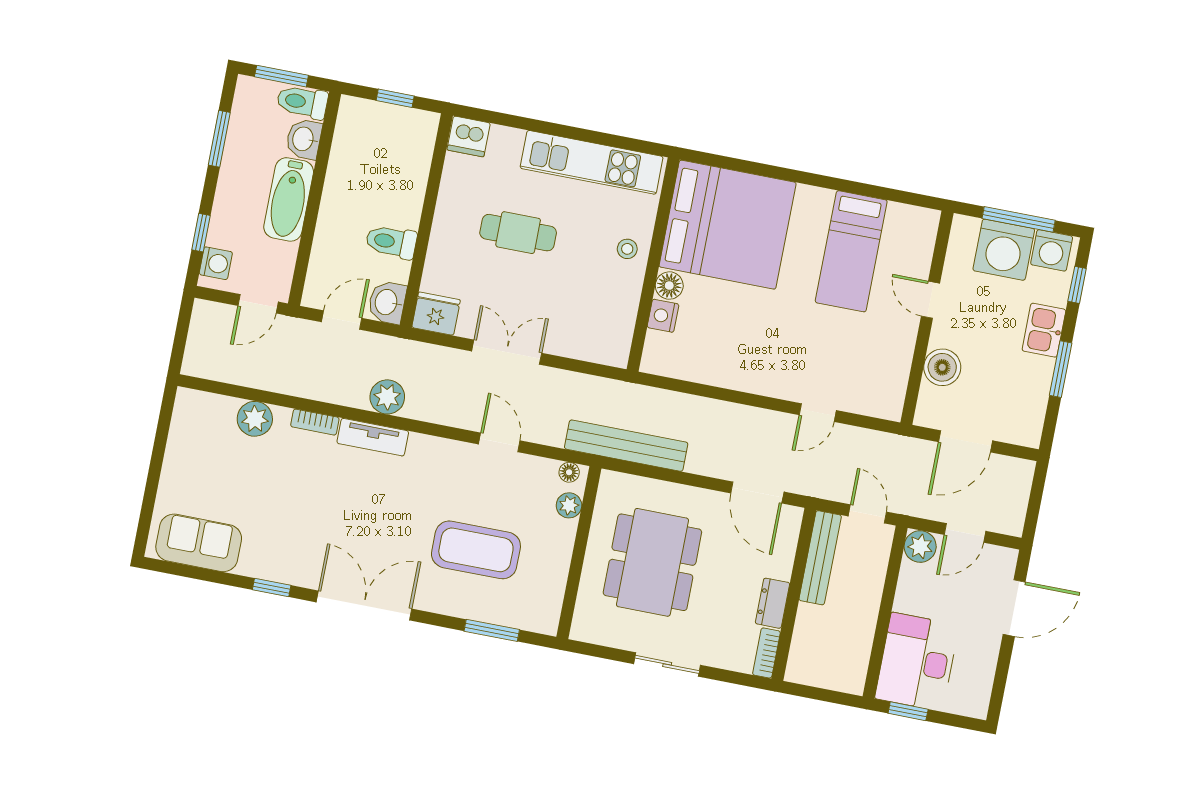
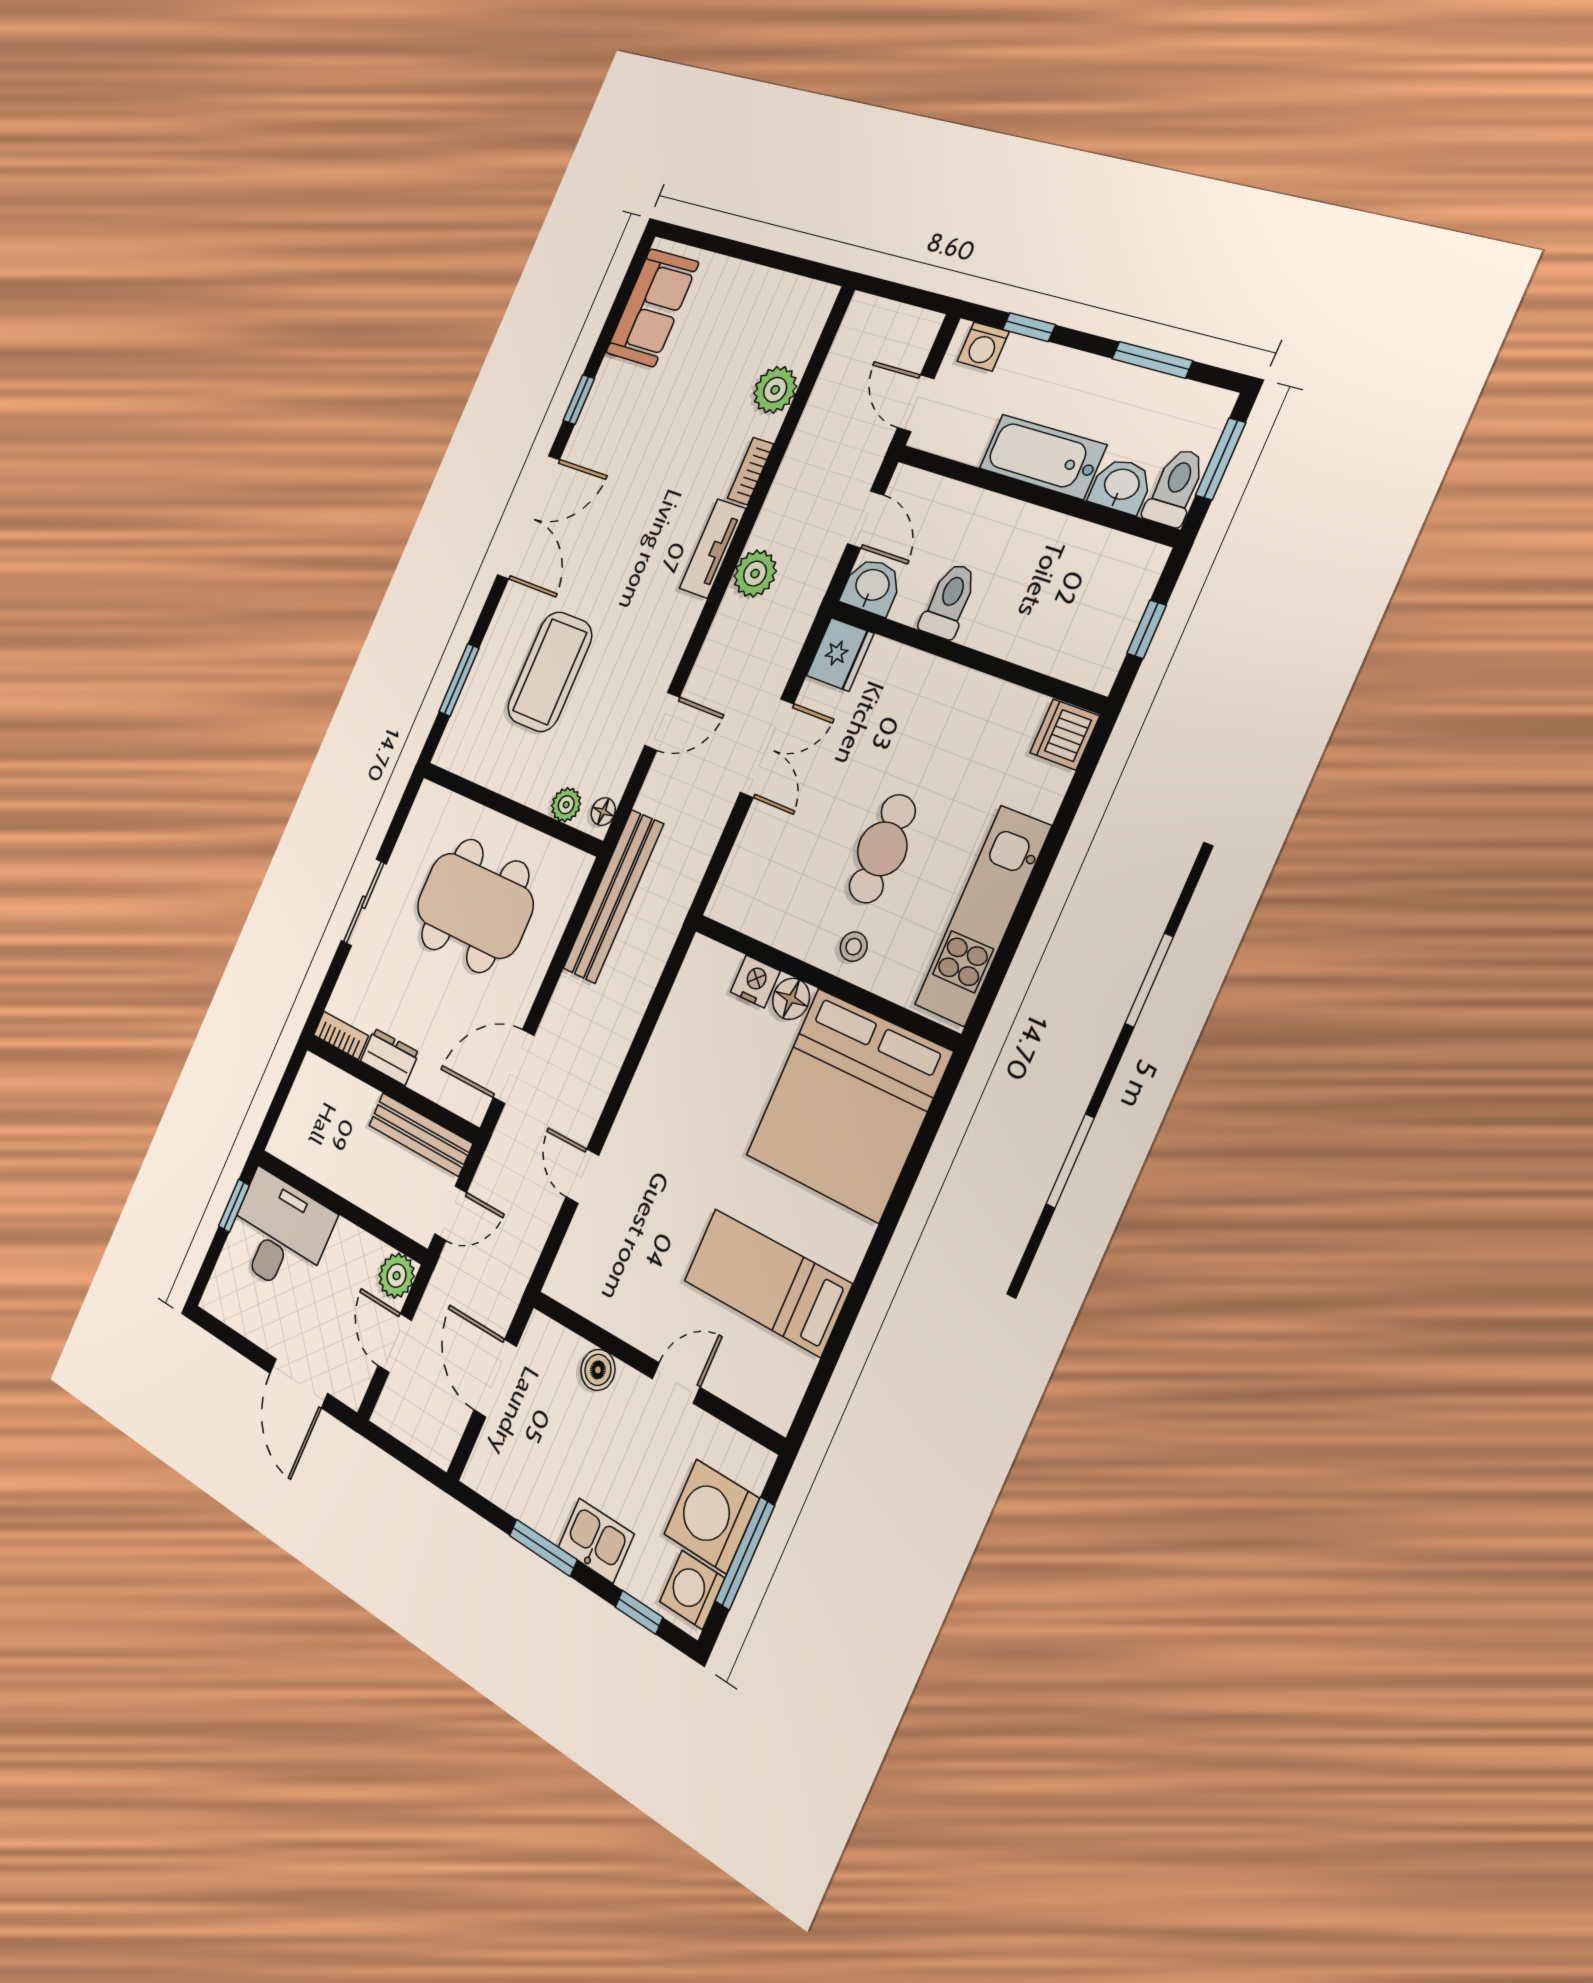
cafe table: (518, 233) -> (882, 849), moved
boiler: (942, 367) -> (598, 1370), width x0.73, depth x0.73

